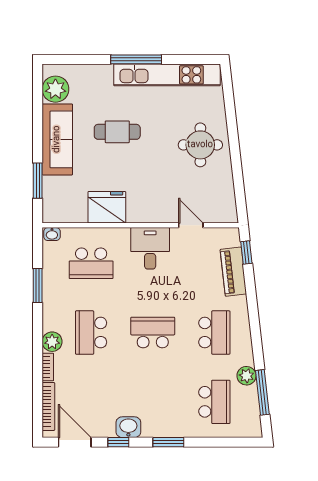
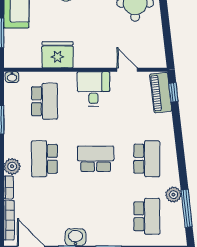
school desk: (91, 263) -> (44, 101), turned -90
piano: (233, 272) -> (161, 93), moved

